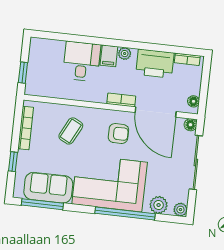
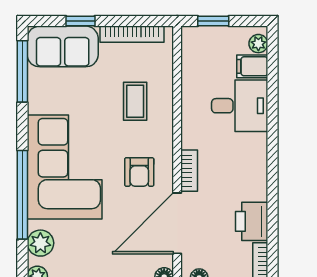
plant: (125, 54) -> (258, 44), moved
filing cabinet: (109, 56) -> (252, 66), moved
printer: (155, 64) -> (252, 221), width x0.73, depth x0.84
coffee table: (71, 131) -> (135, 101), turned 63
sofa: (48, 188) -> (63, 46), moved, turned 90

